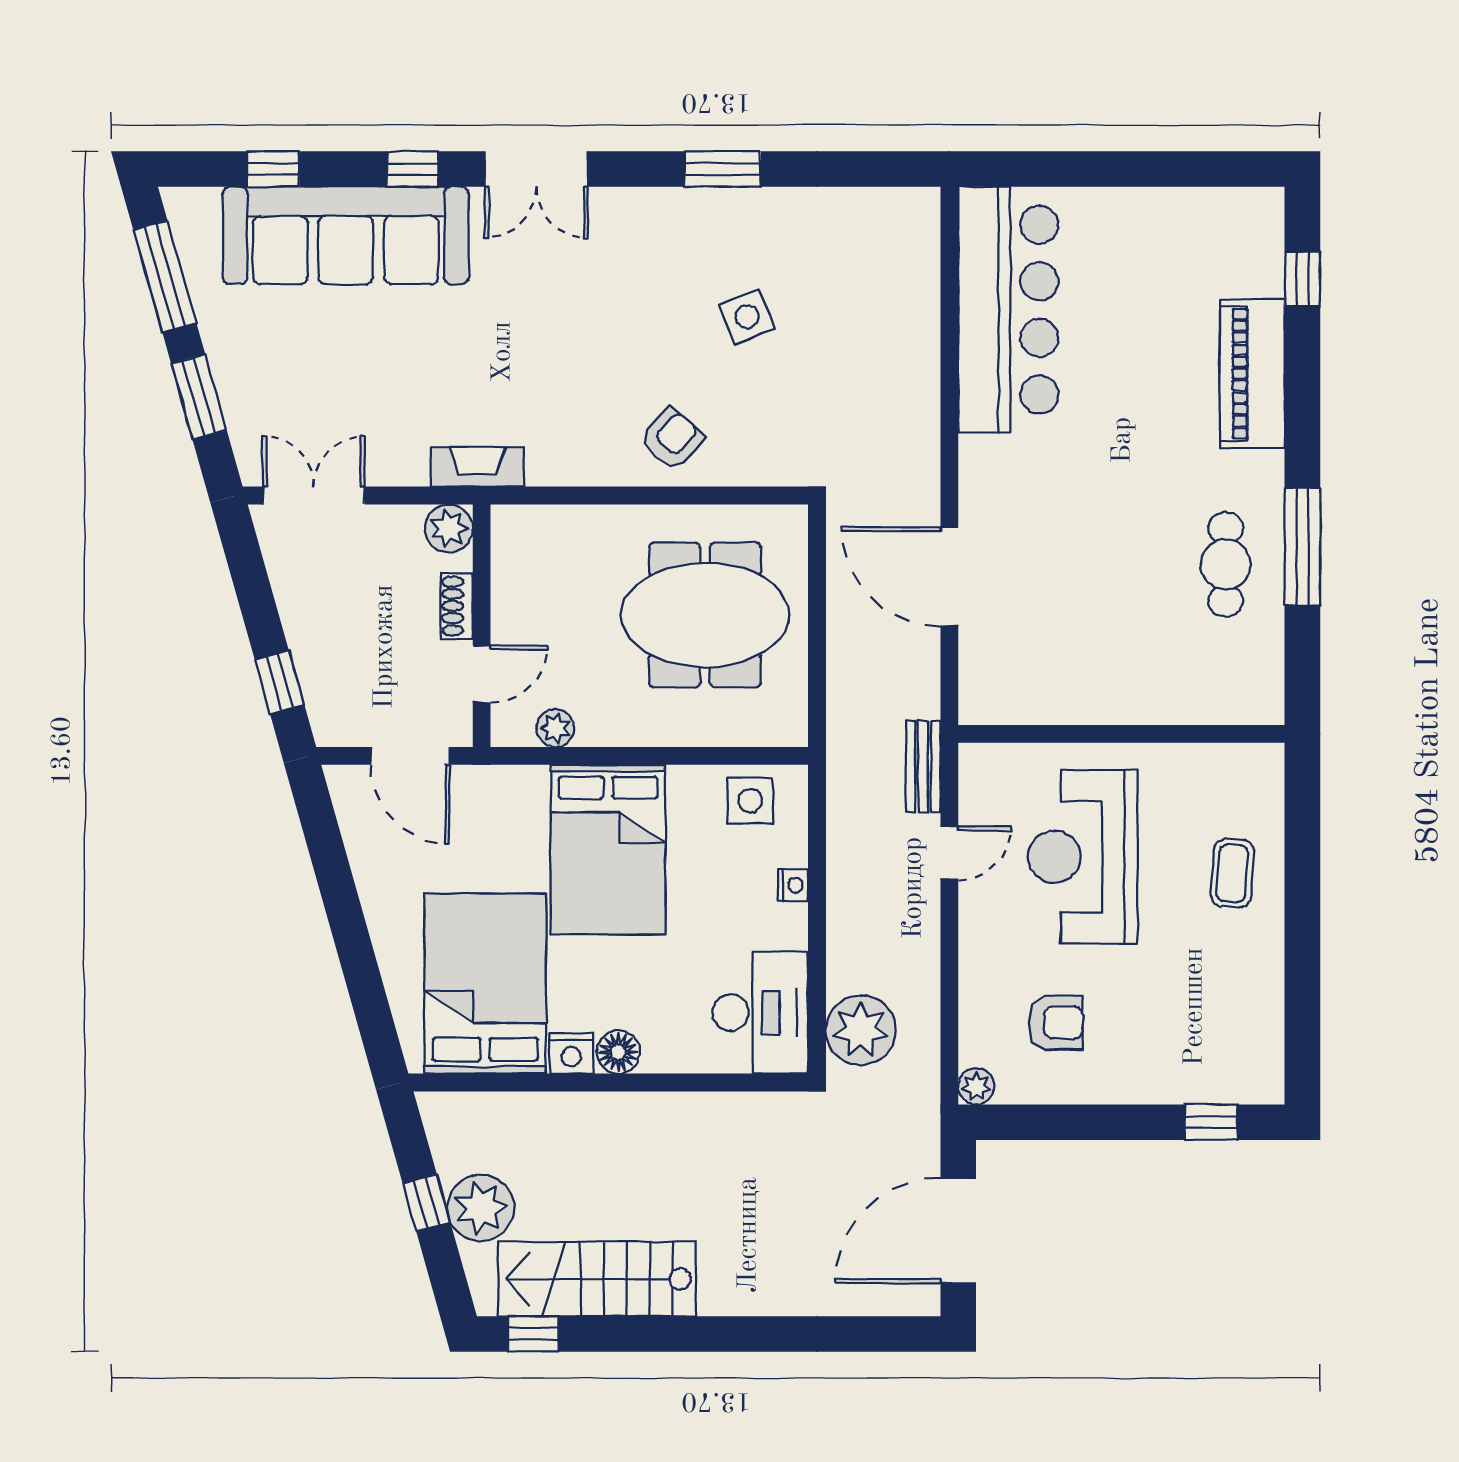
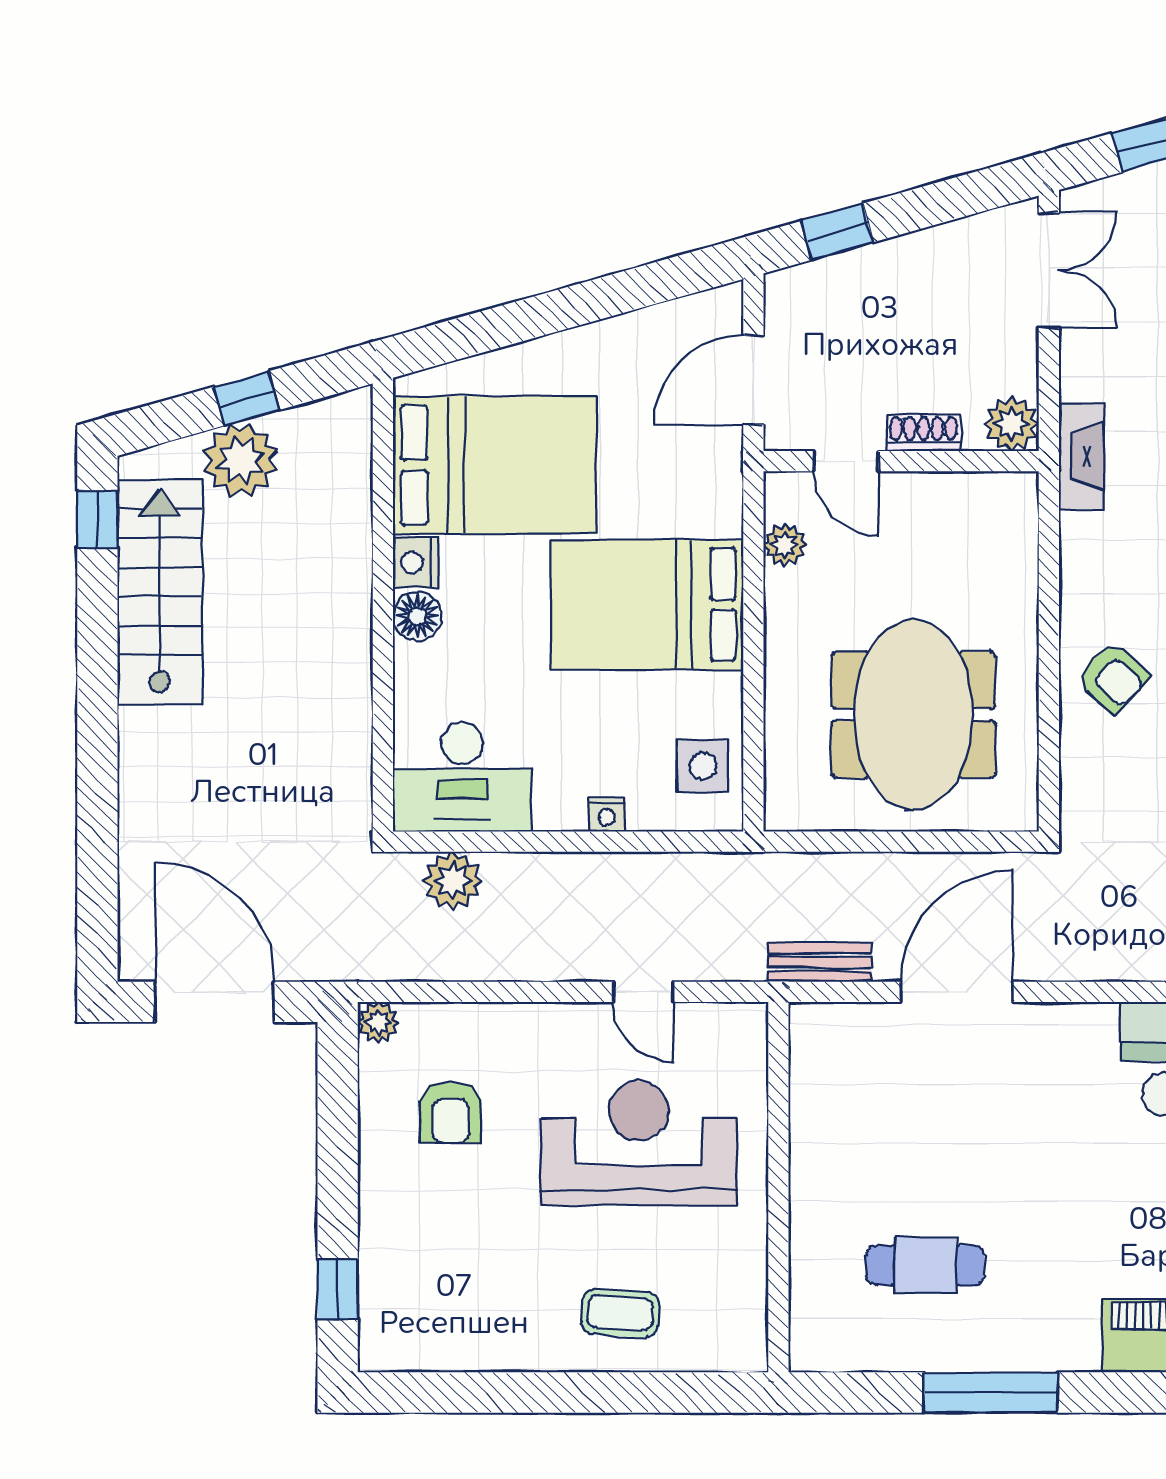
cafe table: (1226, 564) -> (925, 1265), moved
bench: (923, 766) -> (820, 962), moved
plant: (861, 1030) -> (453, 881), width x0.73, depth x0.73

